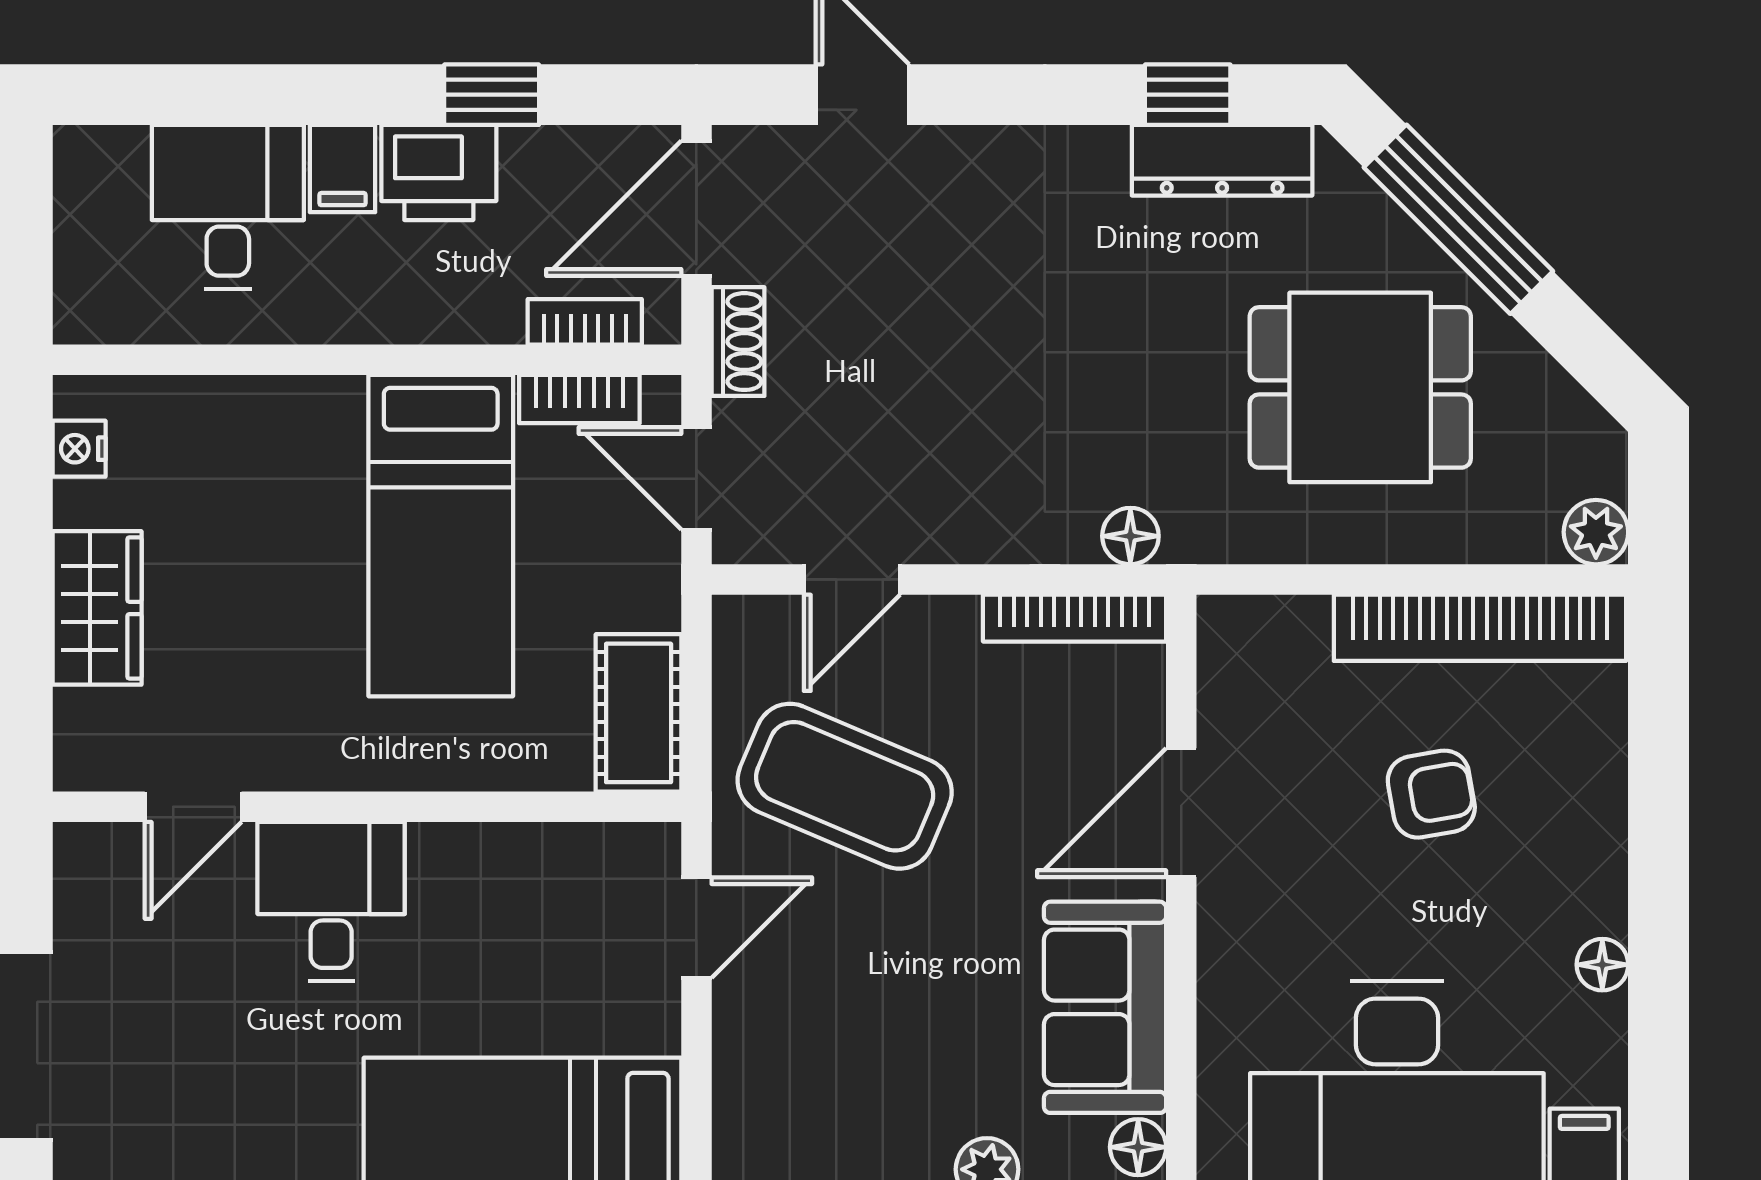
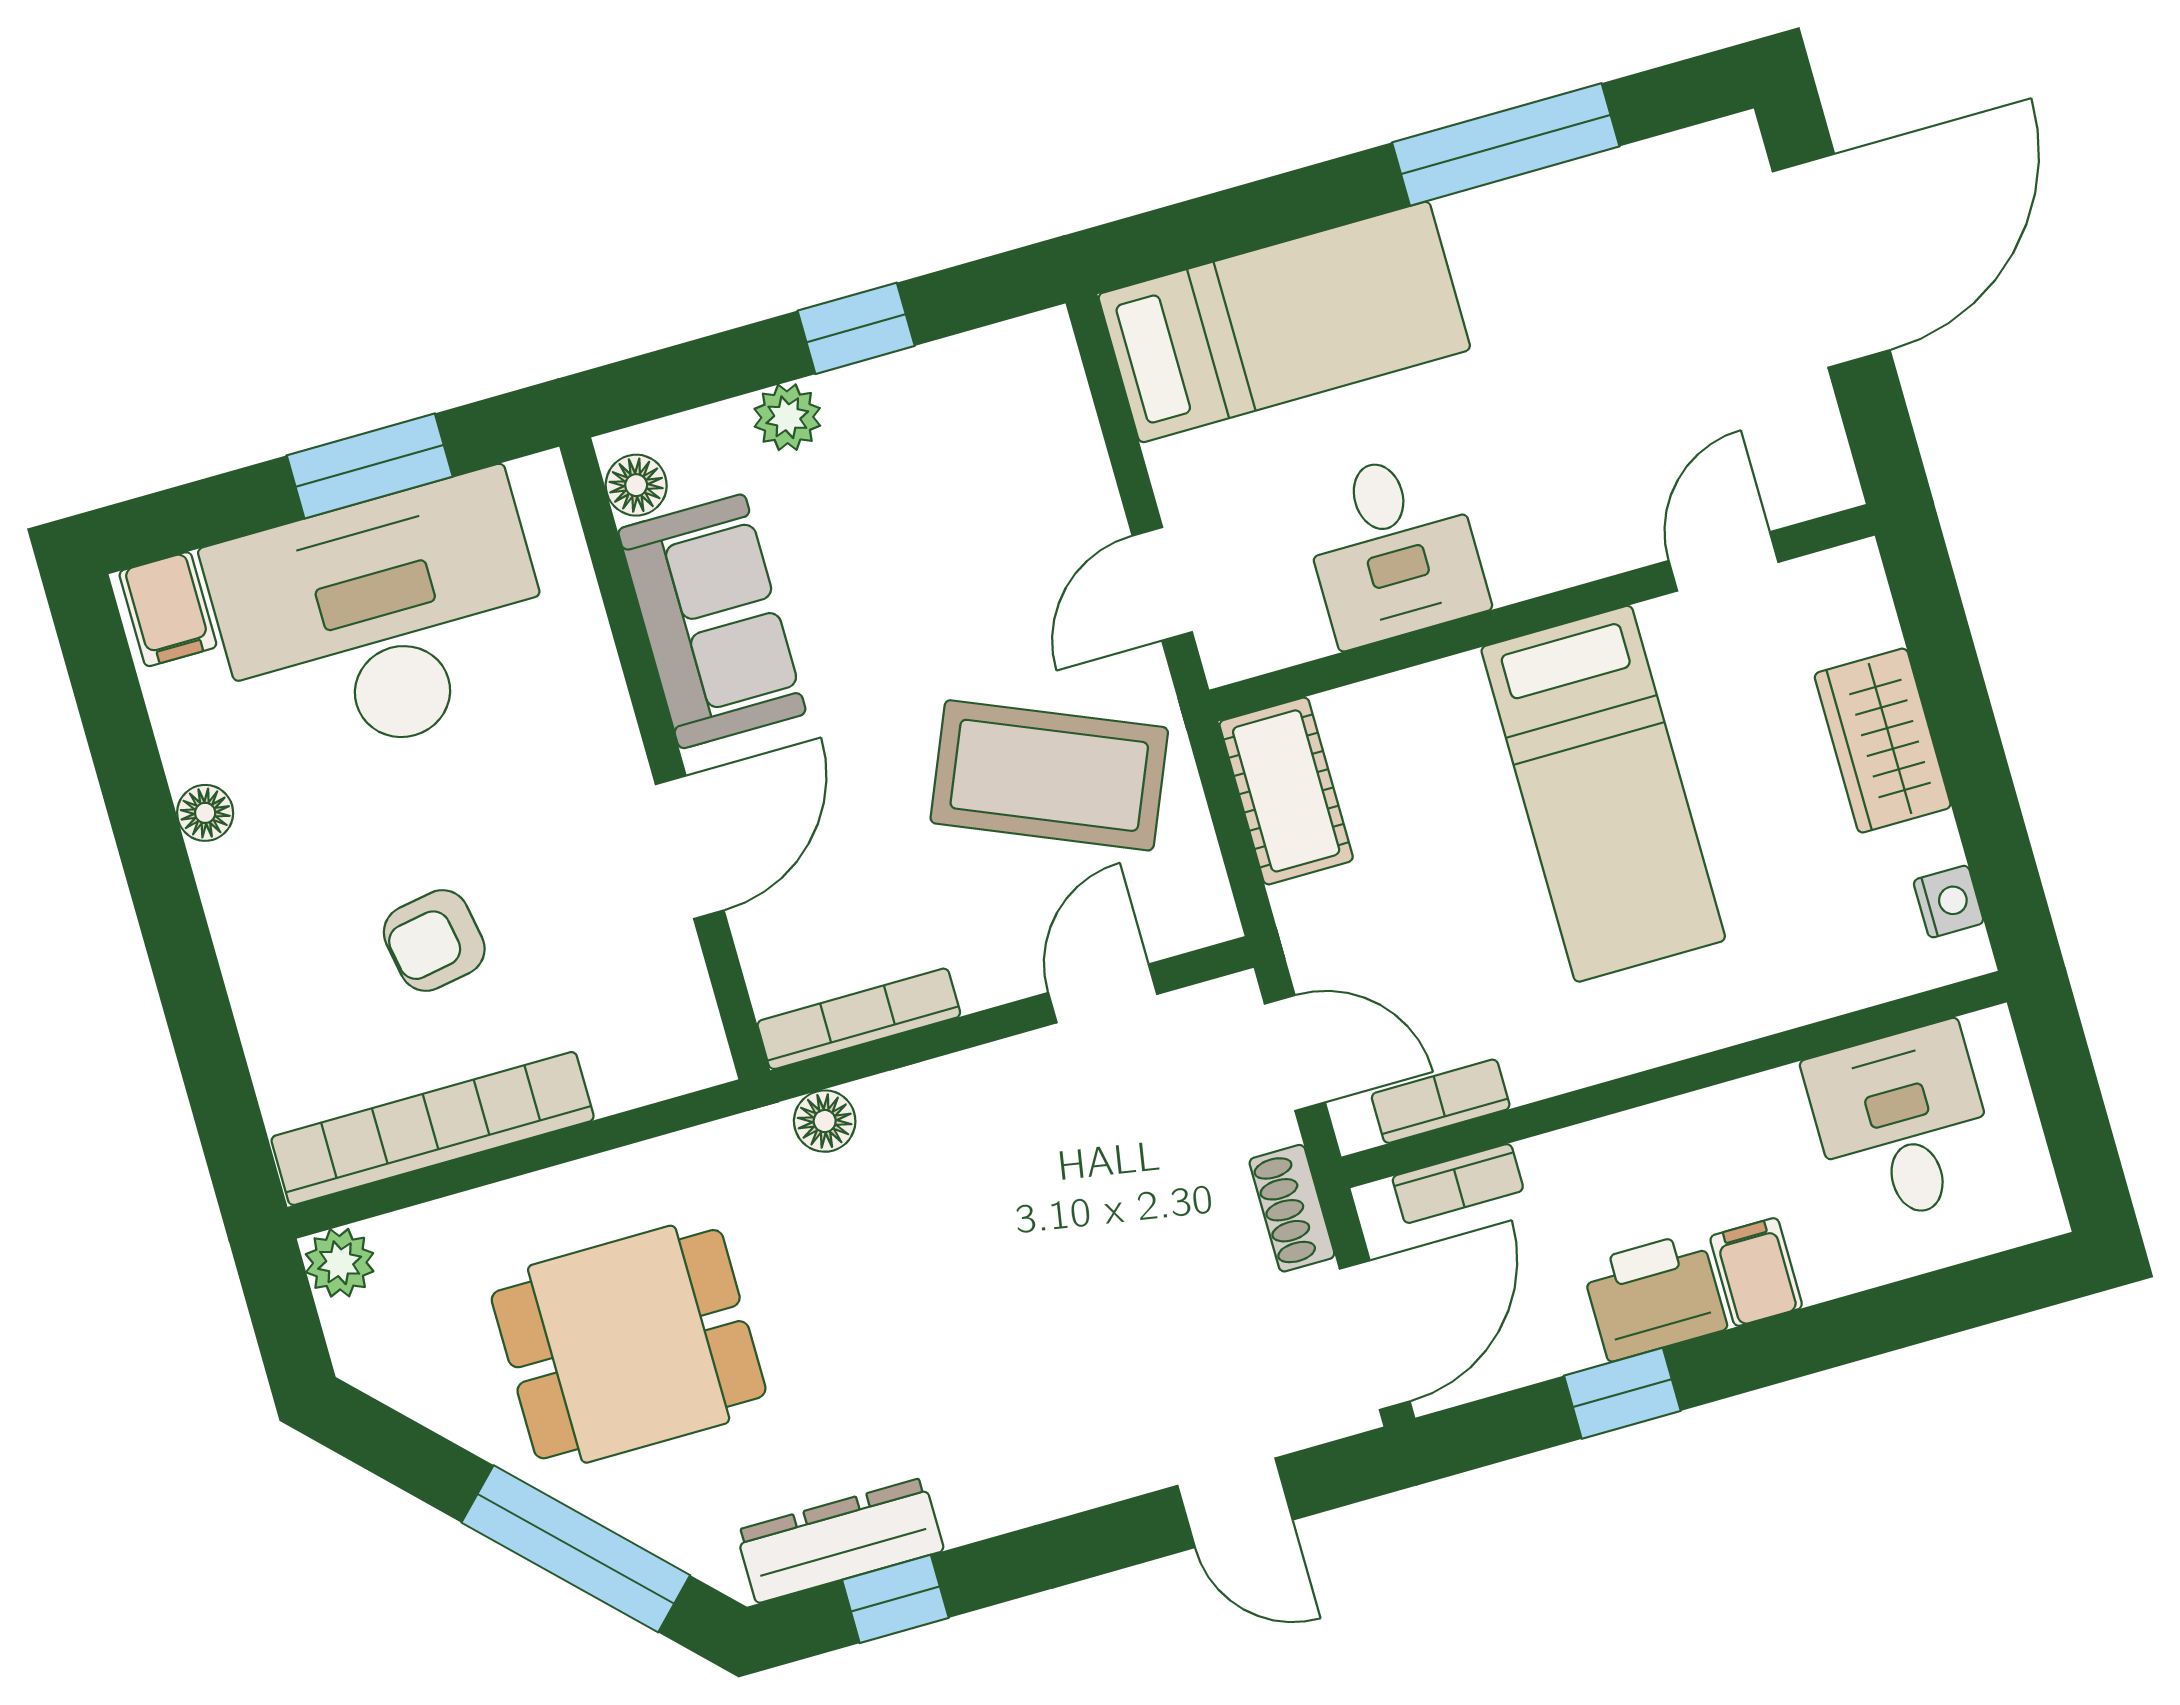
desk: (228, 207) -> (1902, 1124), moved, turned 180
bed: (441, 536) -> (1603, 794), moved, turned 180
desk: (331, 901) -> (1393, 548), moved

